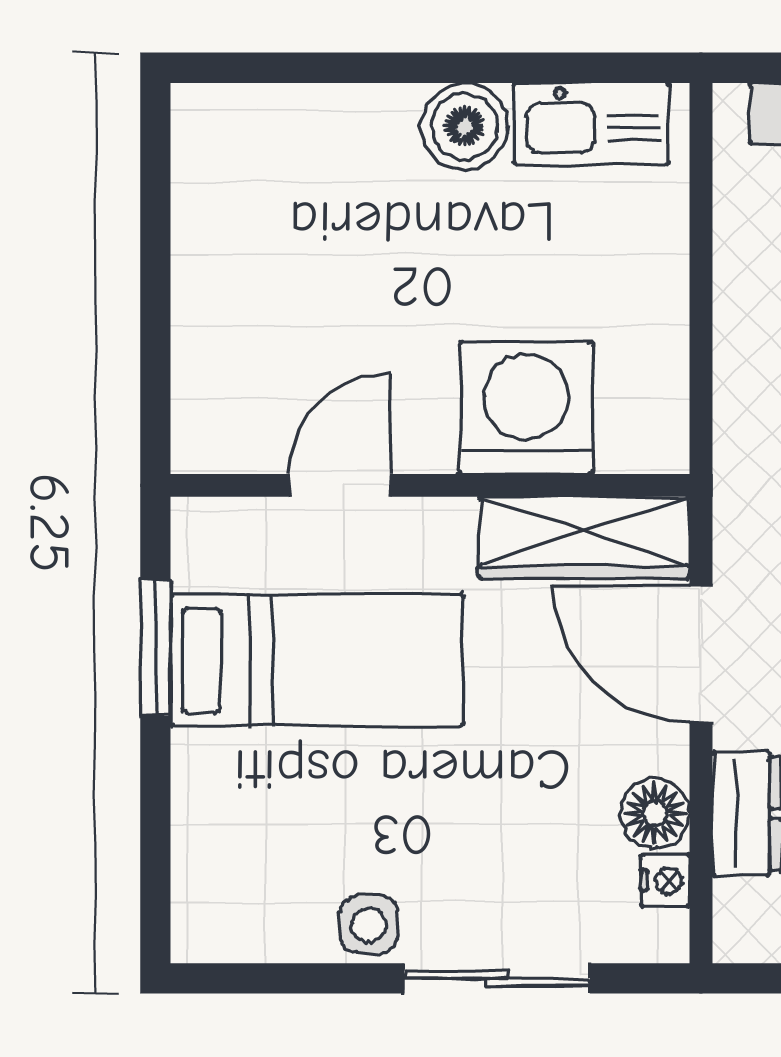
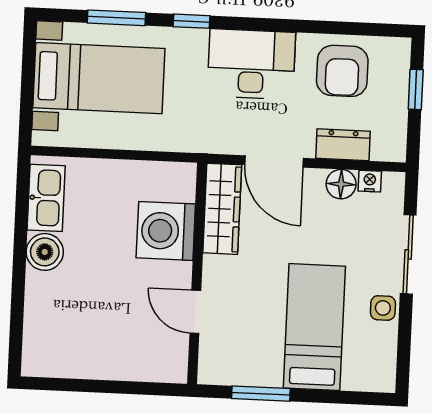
door: (701, 654) -> (274, 161), hinge flipped
bed: (317, 660) -> (314, 327), moved

